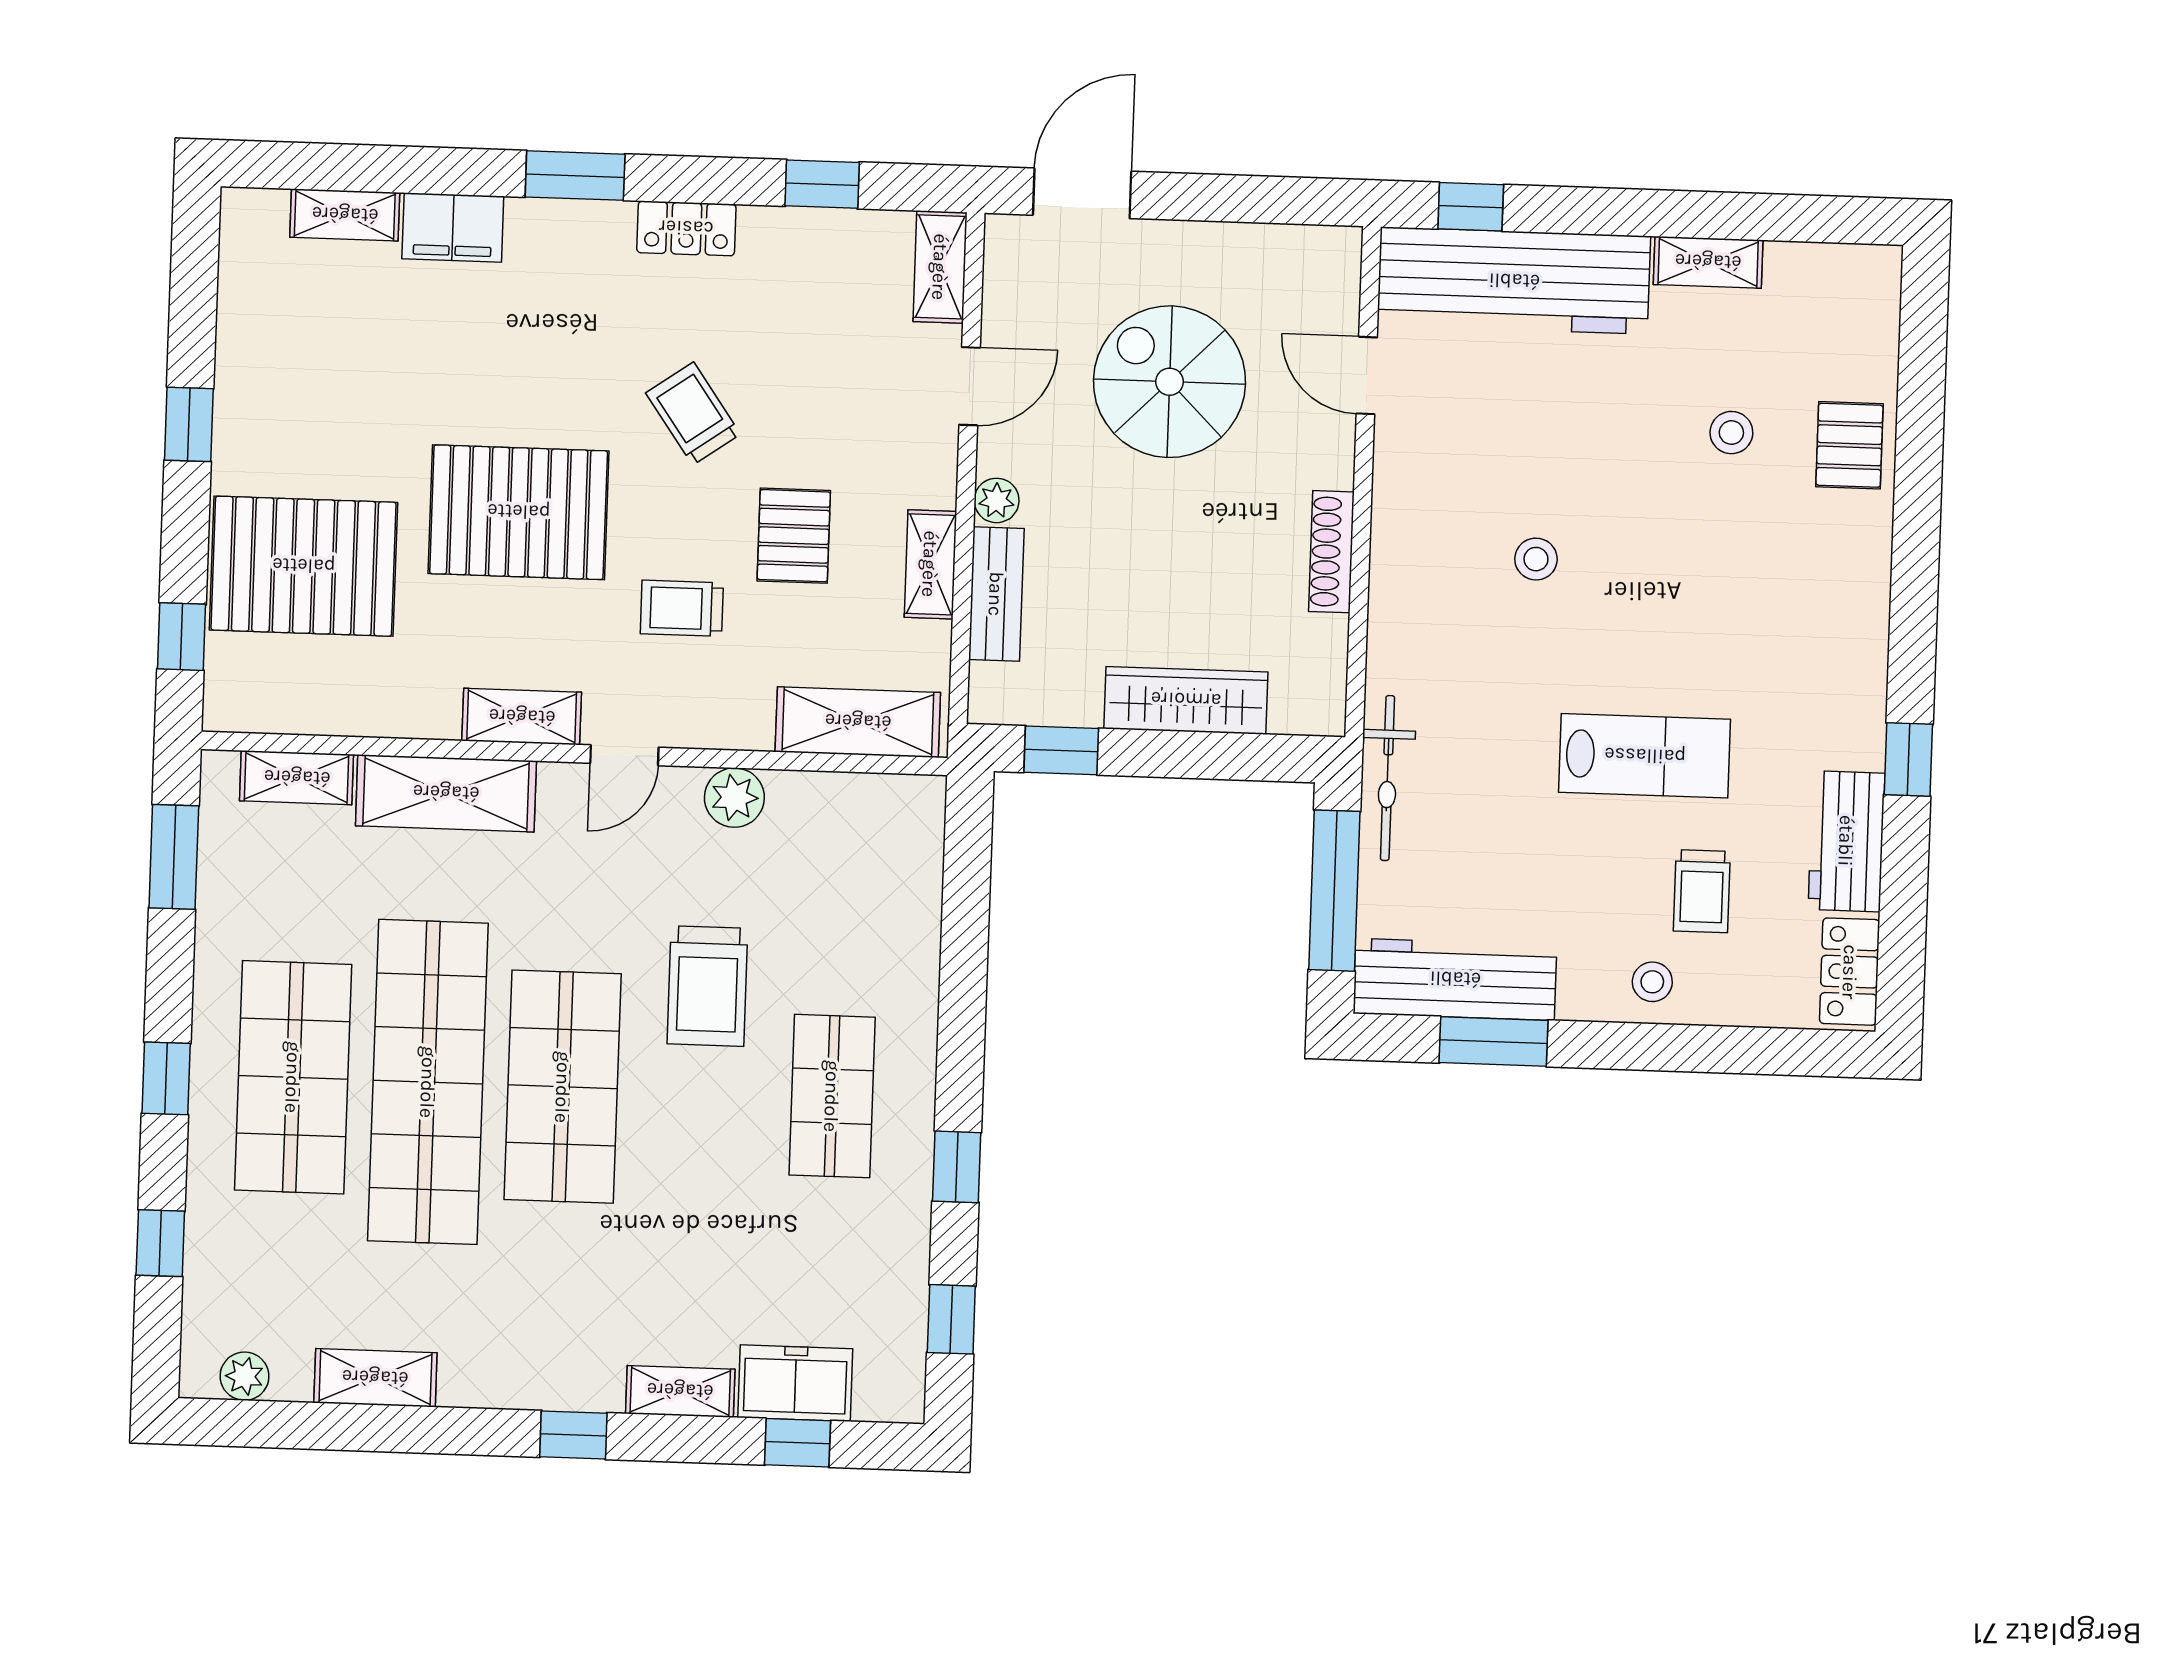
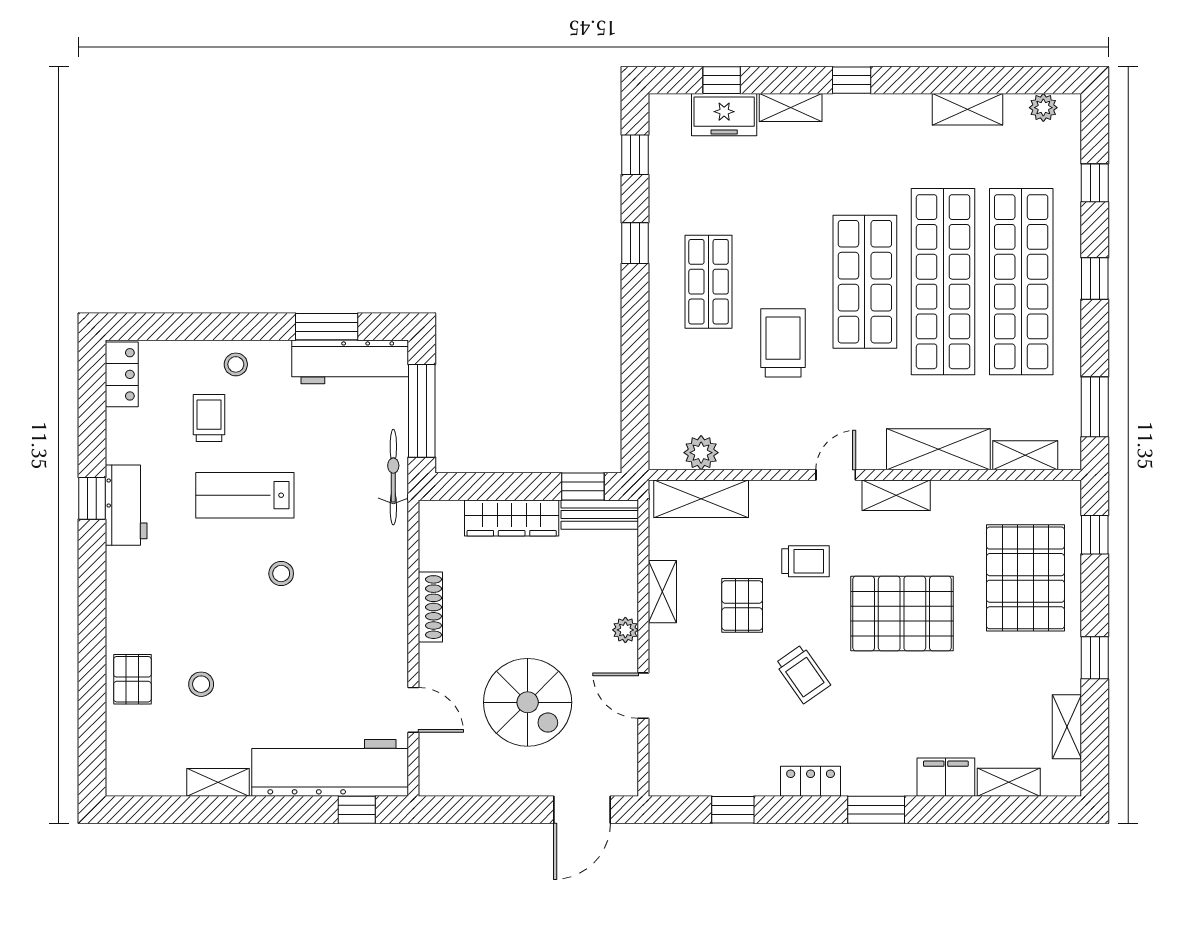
shelving: (940, 267) -> (1067, 727), moved
door: (970, 386) -> (643, 696), hinge flipped
stool: (1536, 559) -> (281, 574), moved
pallet: (304, 566) -> (1025, 578), turned 90
bench: (996, 594) -> (600, 515), moved, turned 90
plant: (734, 798) -> (701, 453), moved
workbench: (1846, 841) -> (126, 505), moved
shop shelf: (293, 1077) -> (1021, 282), width x1.40

